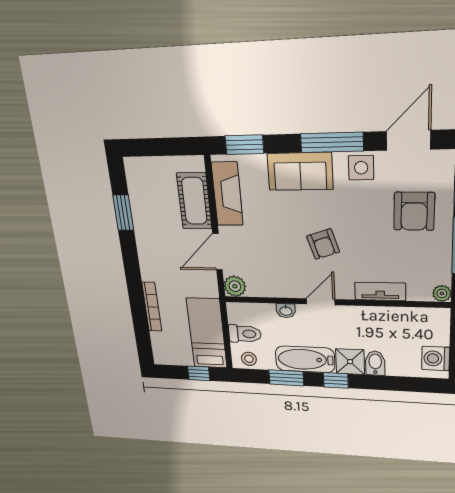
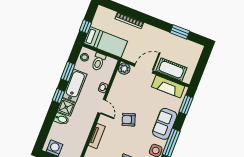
door: (217, 252) -> (144, 68), hinge flipped

